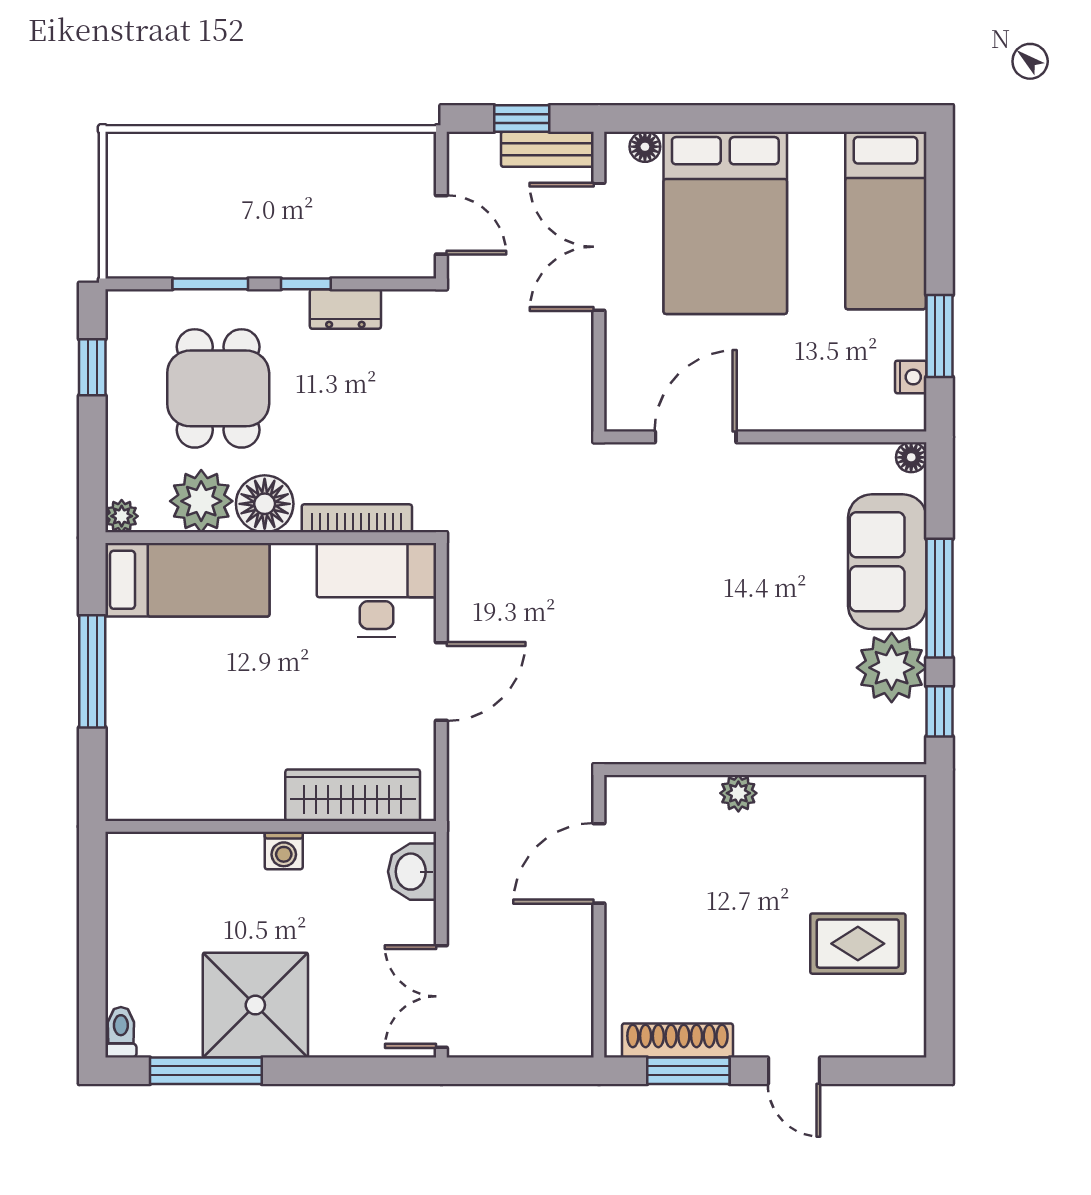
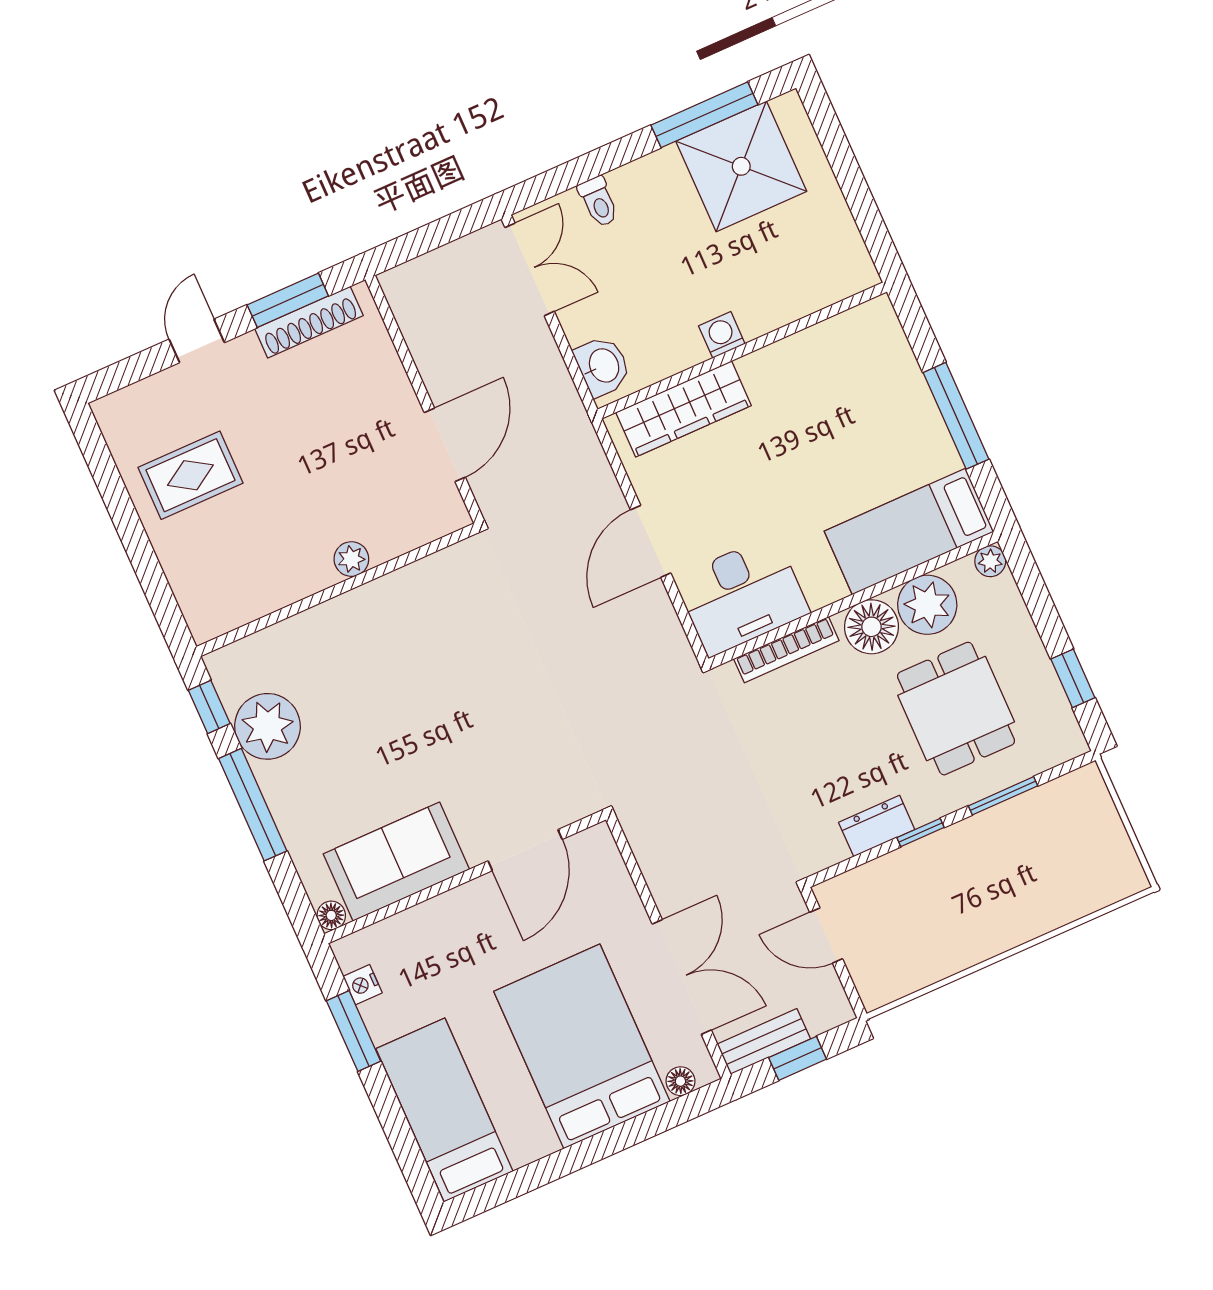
sofa: (887, 562) -> (396, 862), moved, turned -90
shower: (255, 1005) -> (741, 166), moved
toilet: (121, 1032) -> (598, 202), moved
door: (794, 1071) -> (197, 341), hinge flipped

